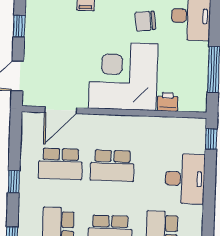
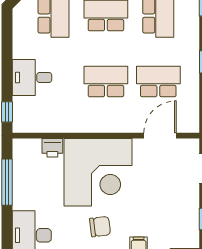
chair: (145, 21) -> (100, 227), moved
desk: (185, 179) -> (32, 78), width x0.73

